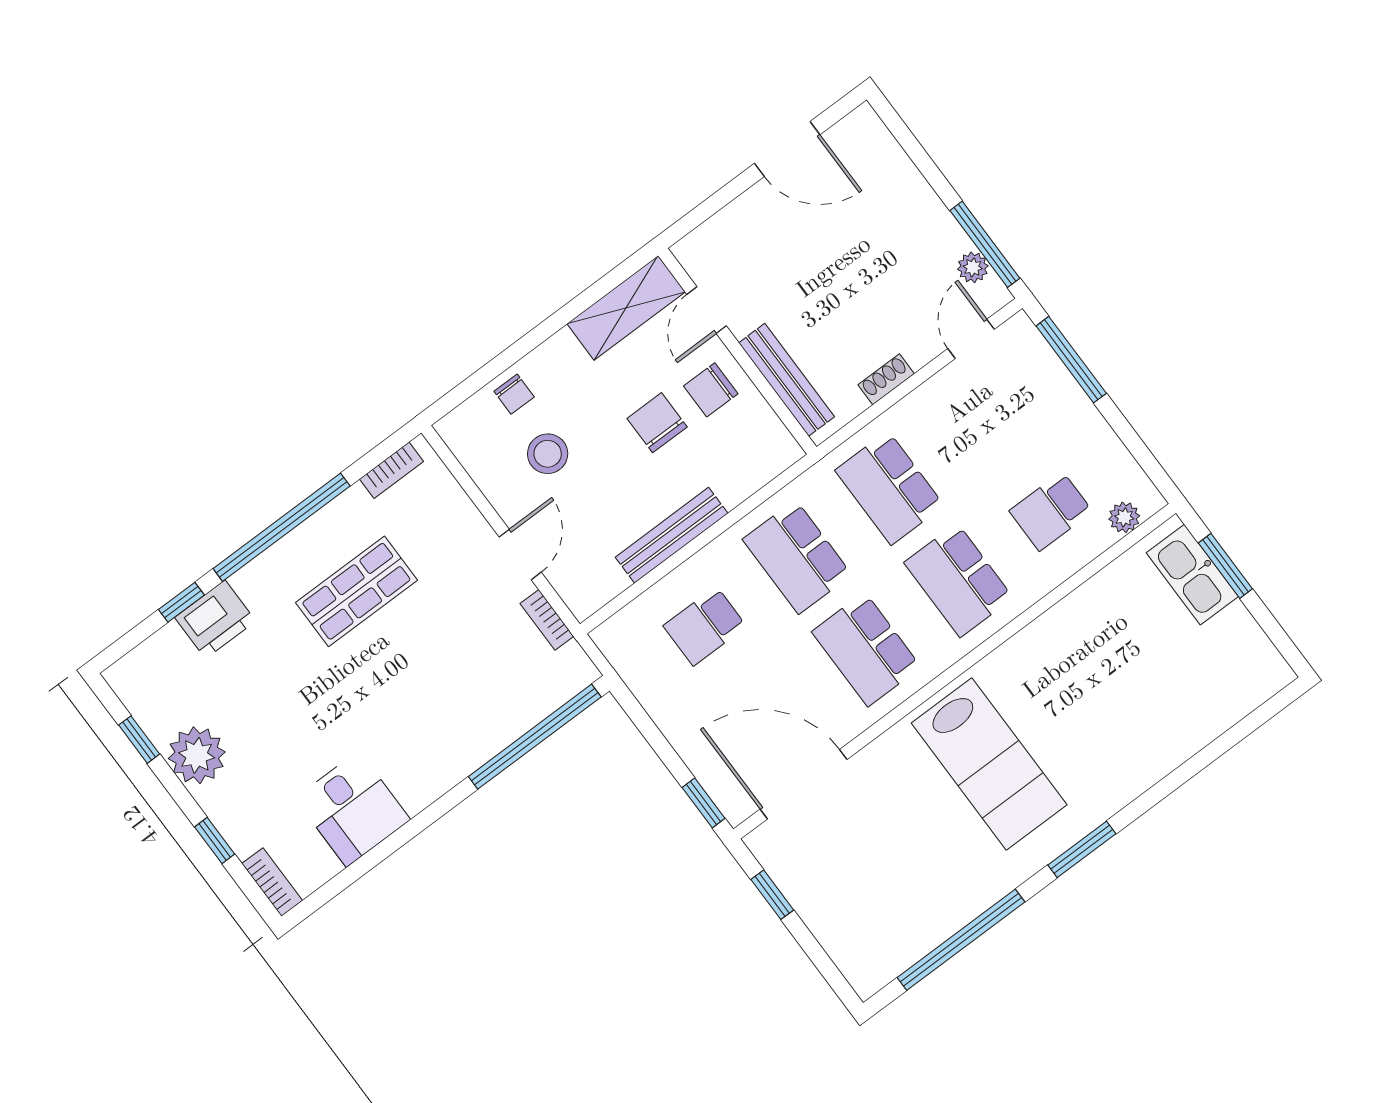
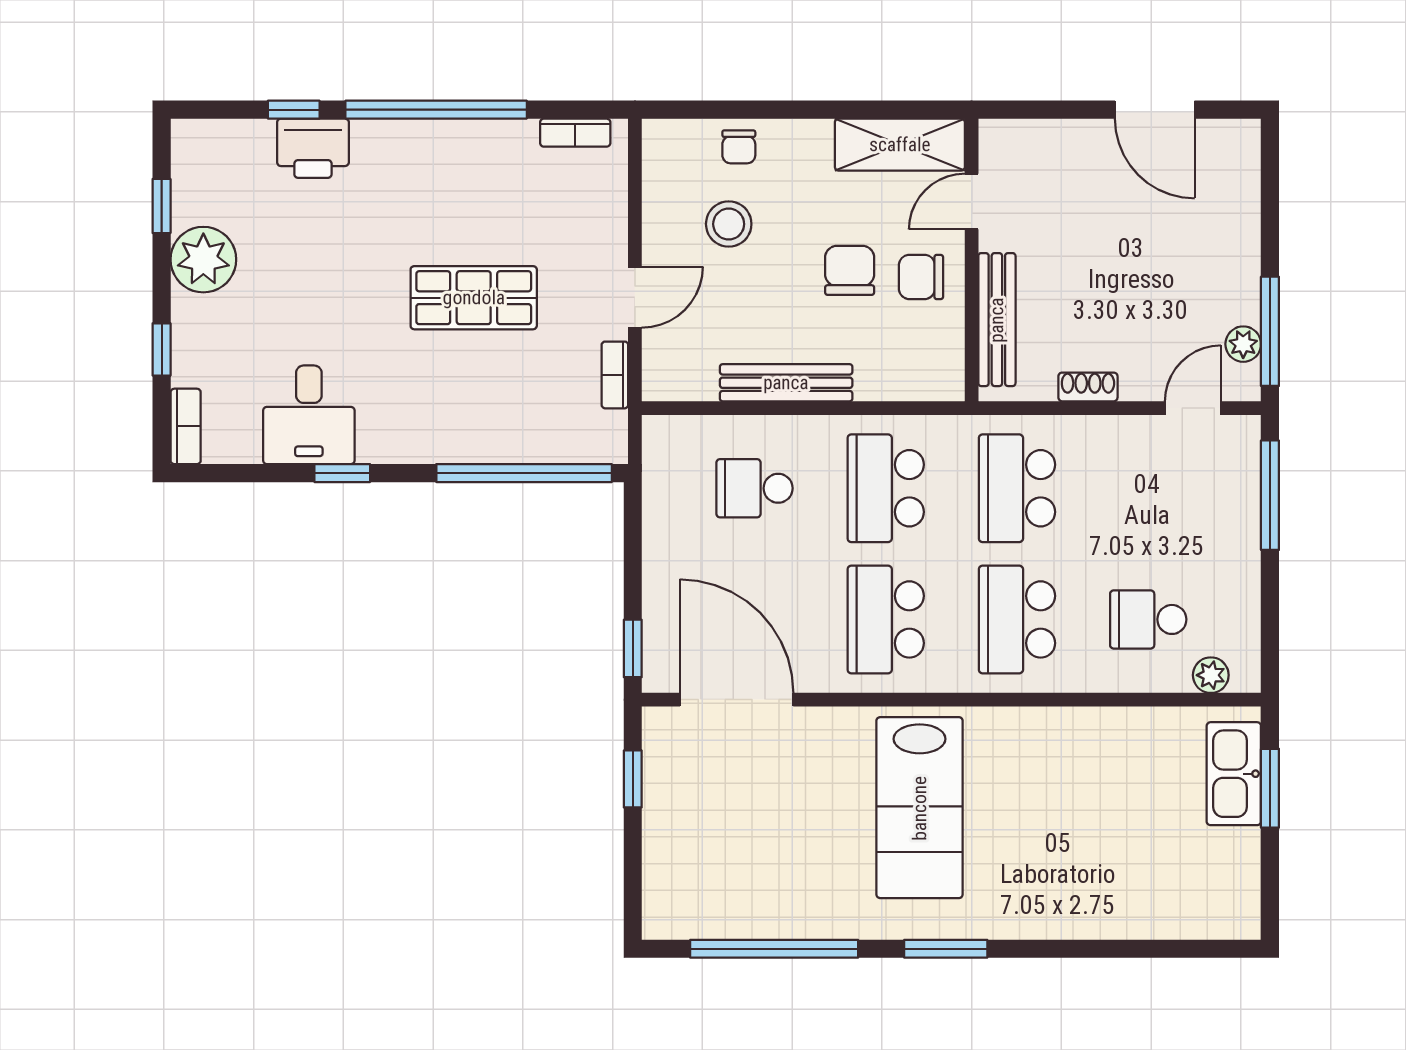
shop shelf: (356, 591) -> (474, 298), moved
window: (407, 832) -> (342, 473), added

